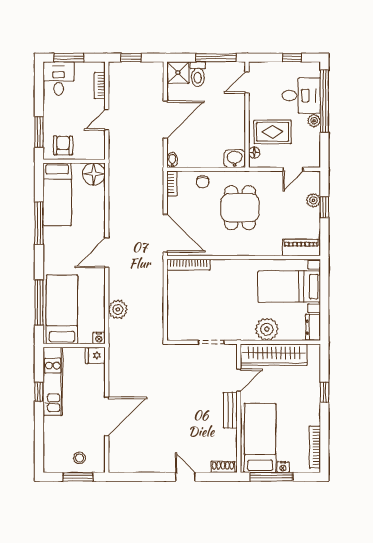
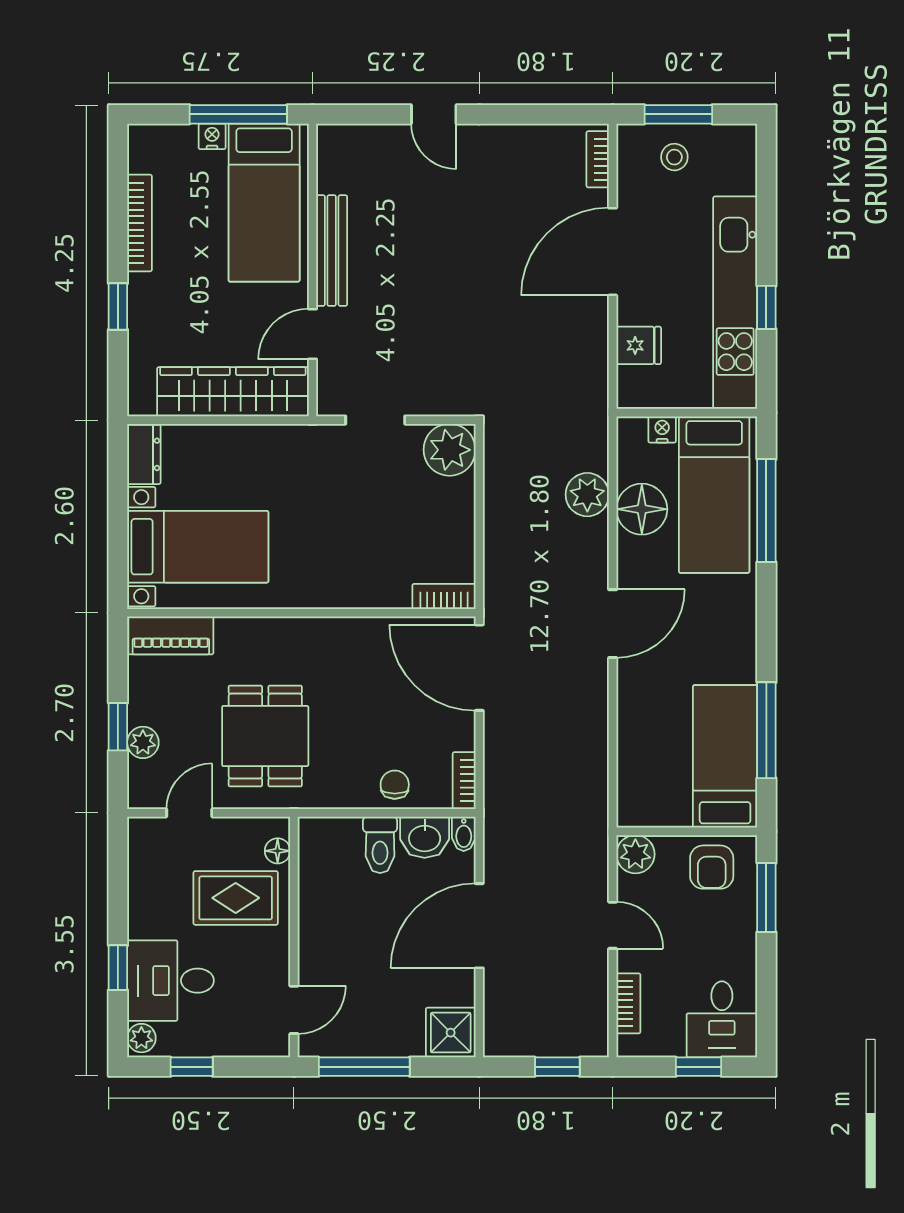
window: (69, 58) -> (699, 1067), width x0.67
toilet: (198, 74) -> (380, 845), moved, turned 180
window: (324, 101) -> (118, 968), width x0.32
door: (107, 120) -> (613, 925), hinge flipped
plant: (314, 121) -> (141, 1038), moved
plant: (97, 151) -> (635, 854), added
washbasin: (235, 159) -> (425, 837), moved
floor lamp: (94, 174) -> (642, 509), moved
dining table: (240, 208) -> (265, 736), moved
window: (39, 223) -> (766, 730), moved
bookcase: (189, 265) -> (444, 596), width x0.64
plant: (267, 329) -> (450, 450), moved
nightstand: (99, 338) -> (662, 429), moved
fridge: (95, 355) -> (639, 345), moved
kitchen unit: (53, 381) -> (735, 303), width x1.36
bench: (230, 410) -> (332, 251), width x1.36
bookcase: (315, 447) -> (140, 223), moved
bookcase: (113, 457) -> (598, 159), added
shoe rack: (223, 467) -> (348, 137), removed

